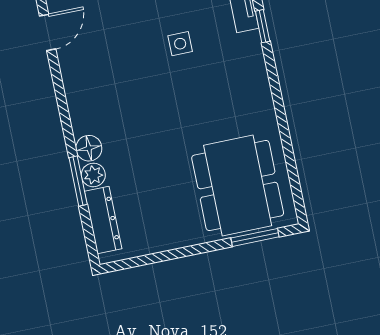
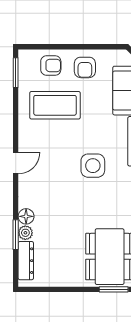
door: (48, 32) -> (16, 163), moved
side table: (180, 44) -> (93, 166), width x1.87, depth x1.87

